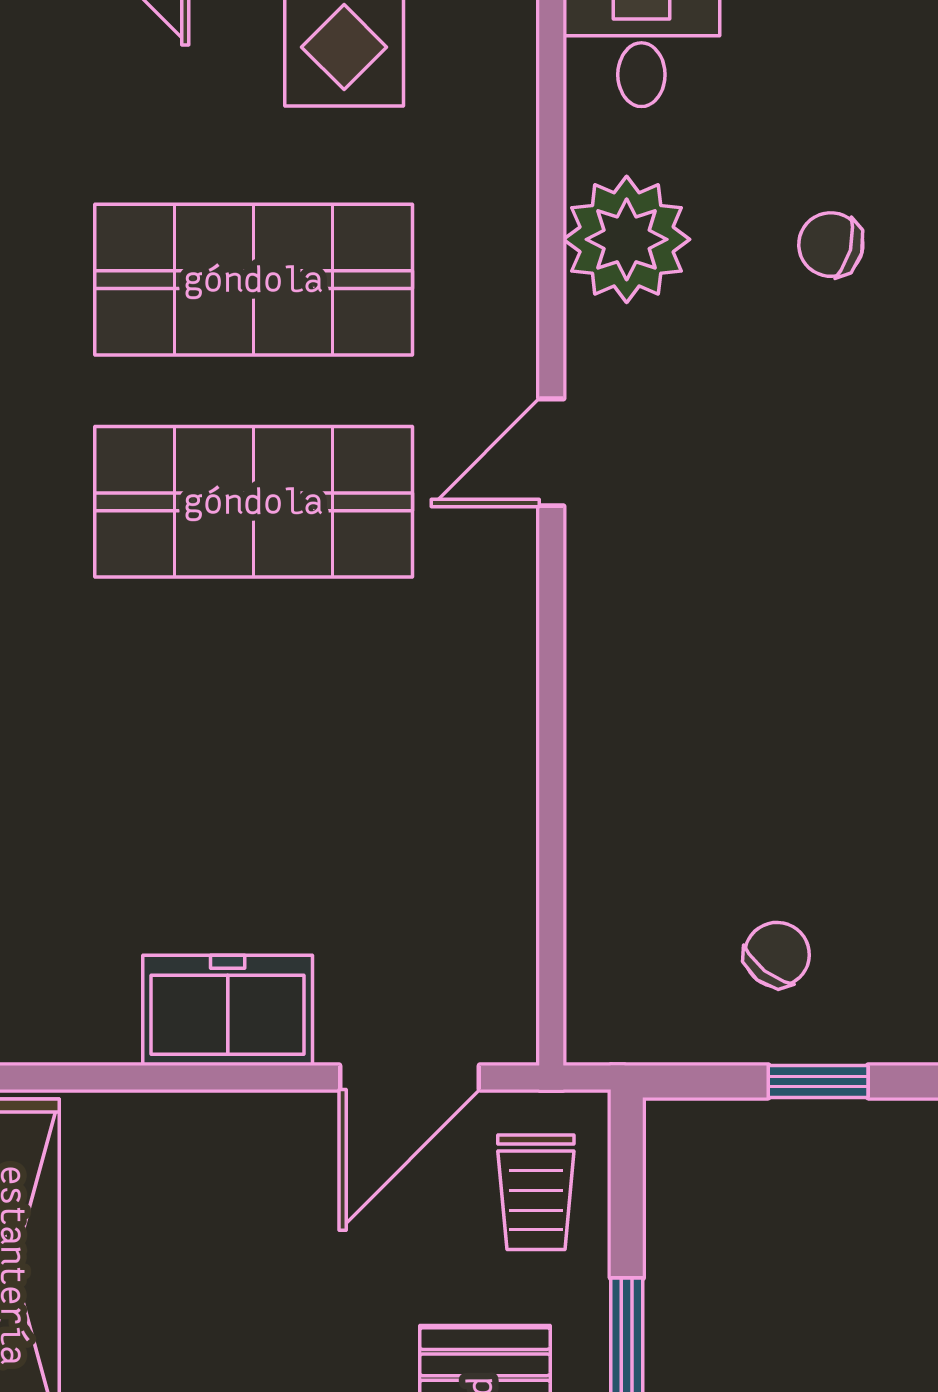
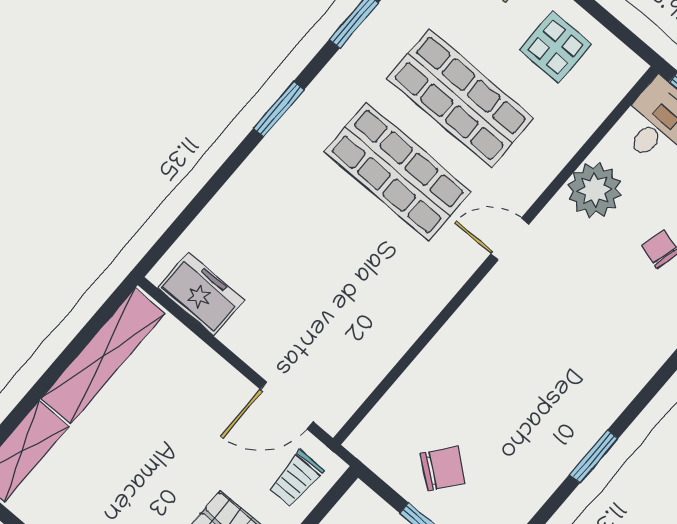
chair: (777, 954) -> (443, 468), width x1.37, depth x1.37
freezer: (228, 1010) -> (201, 294), moved

